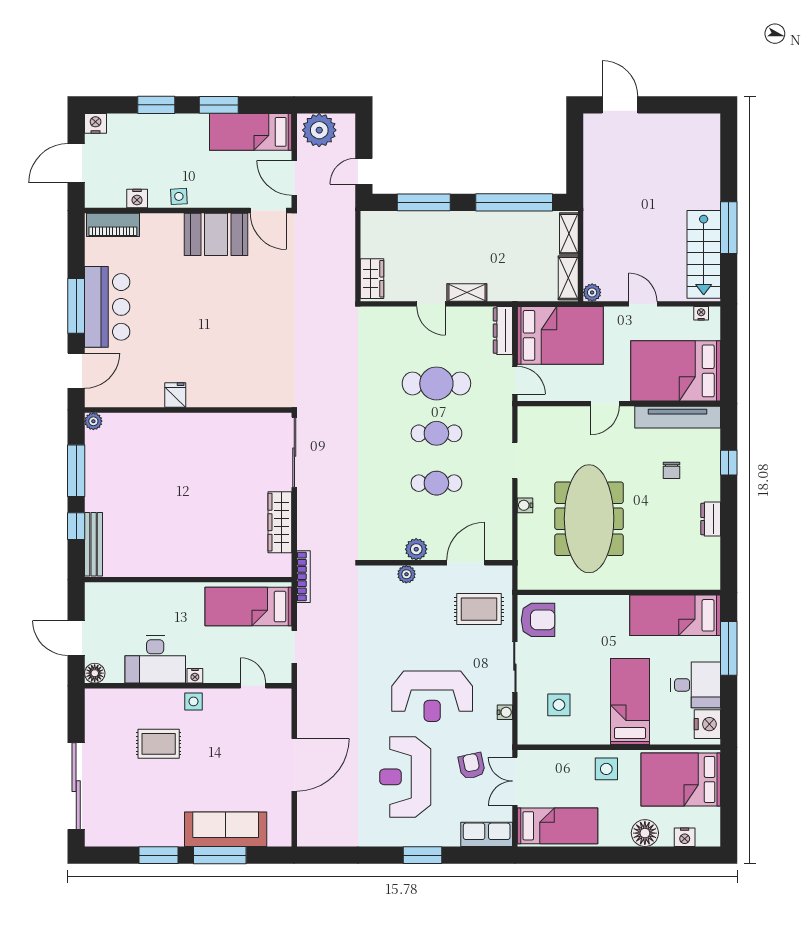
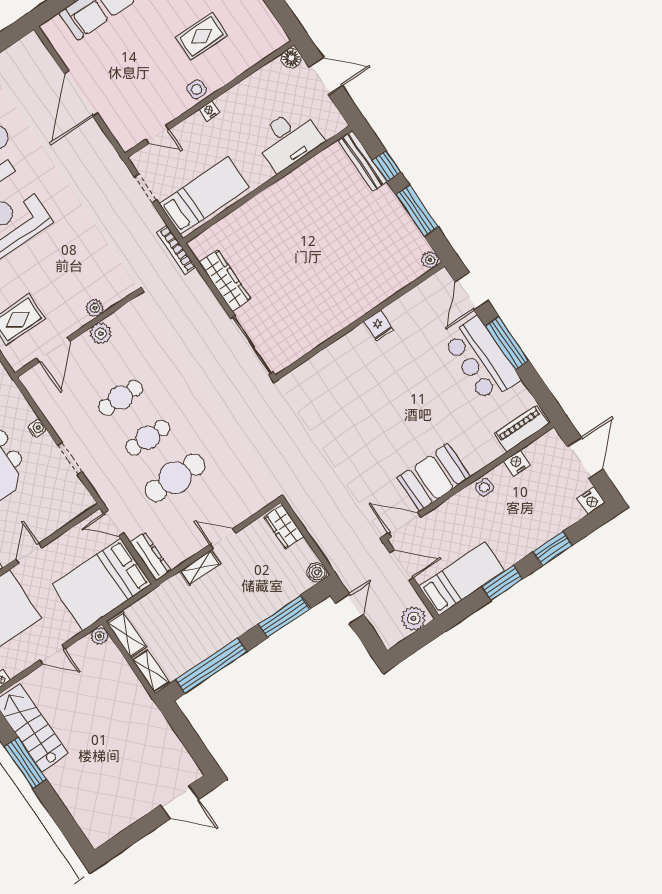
plant: (319, 130) -> (414, 619), width x0.73, depth x0.73
boiler: (370, 221) -> (317, 572), added
desk: (155, 660) -> (289, 139), moved, turned 180

